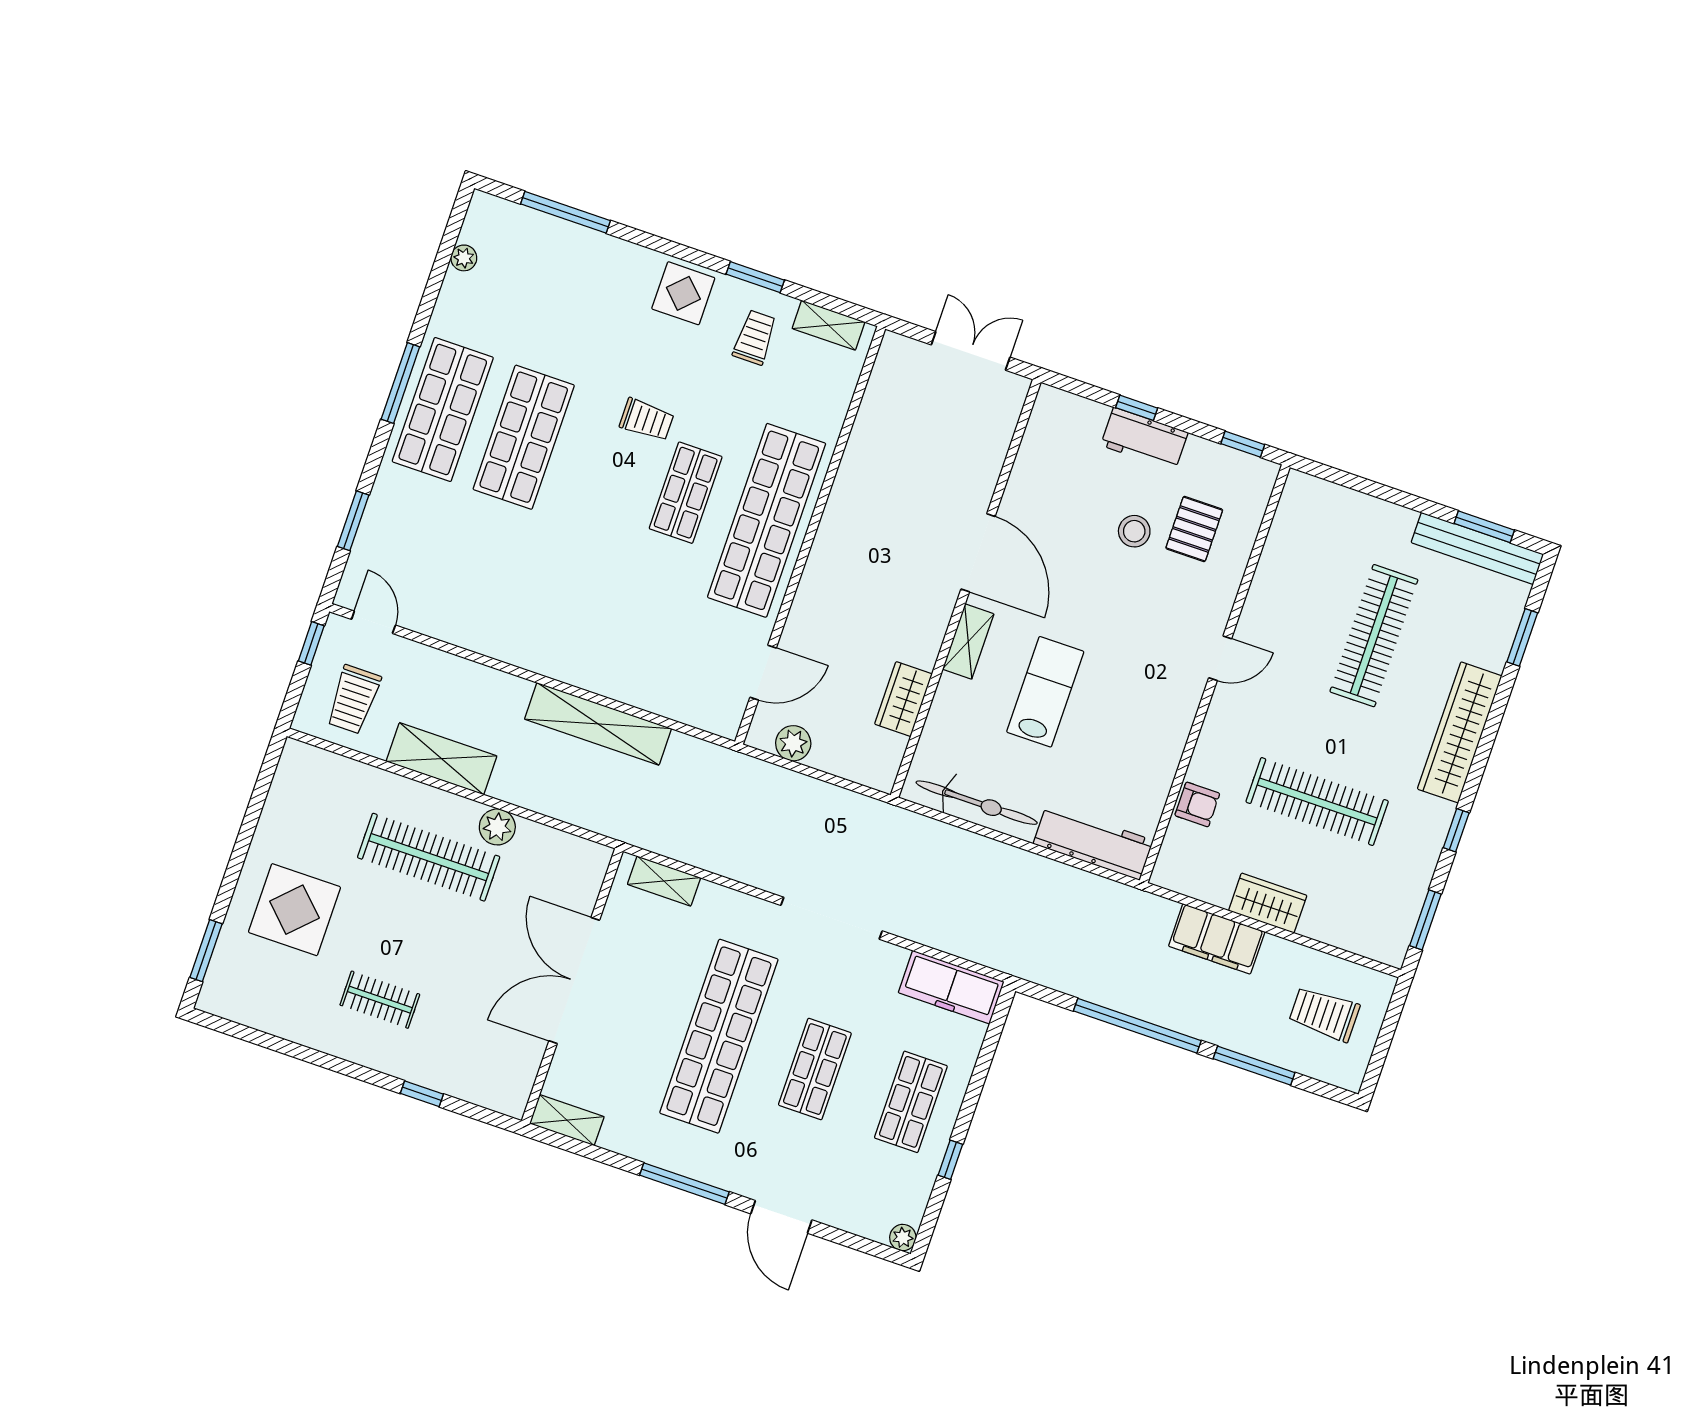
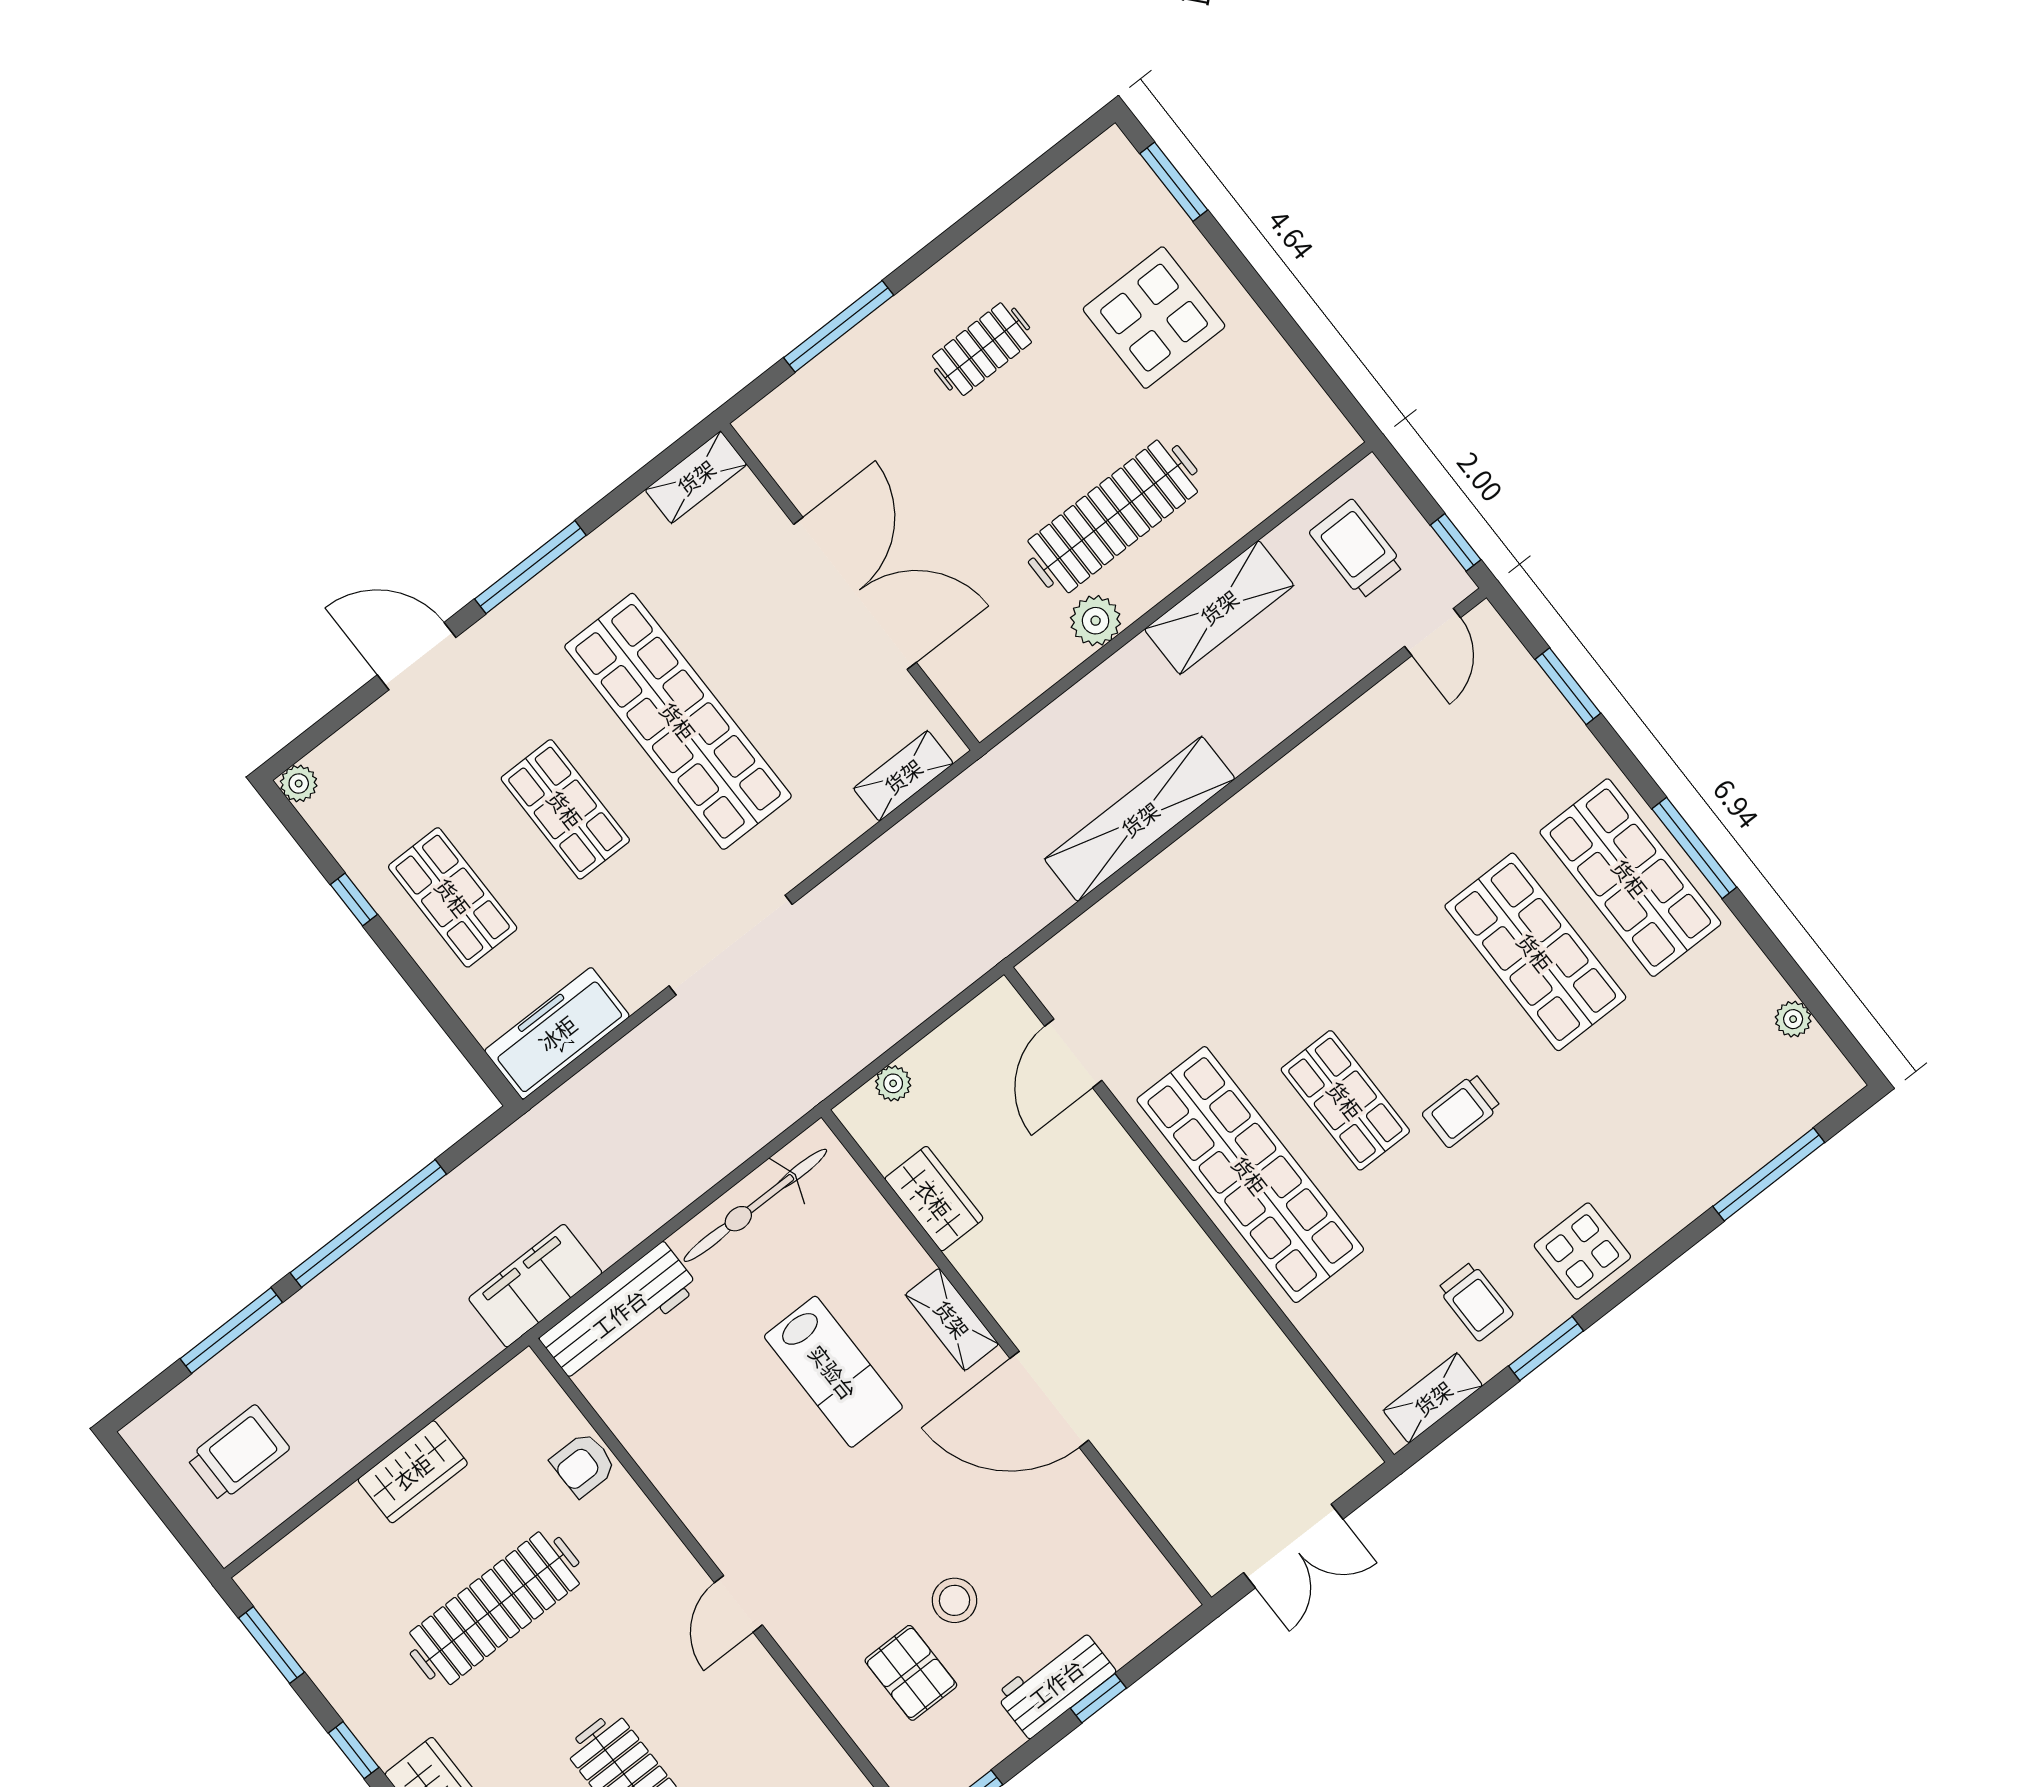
door: (373, 622) -> (1433, 632), hinge flipped
plant: (793, 743) -> (893, 1083), moved, width x0.73, depth x0.73
filing cabinet: (1217, 939) -> (535, 1286), moved
window: (422, 1094) -> (839, 326), width x2.17

